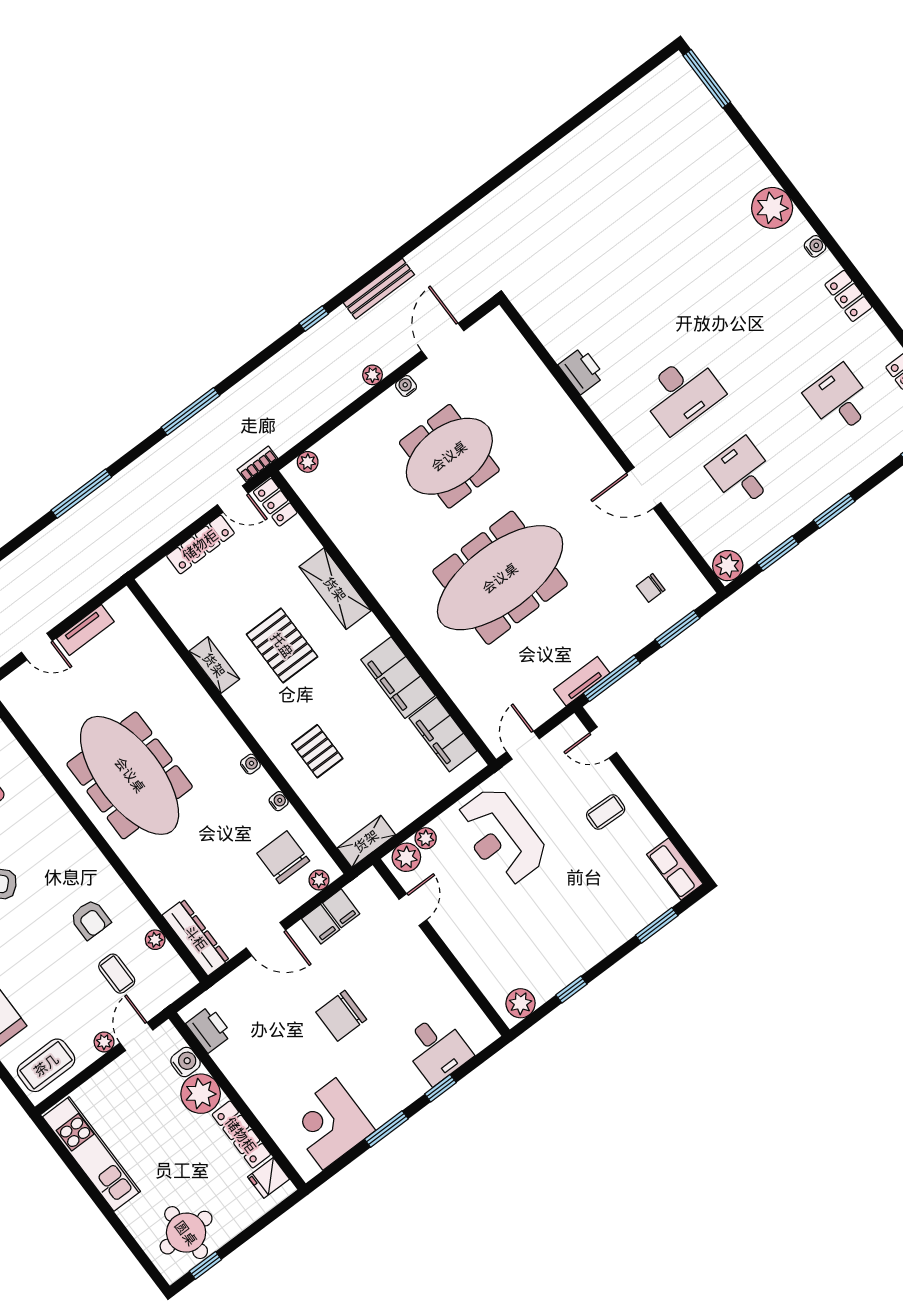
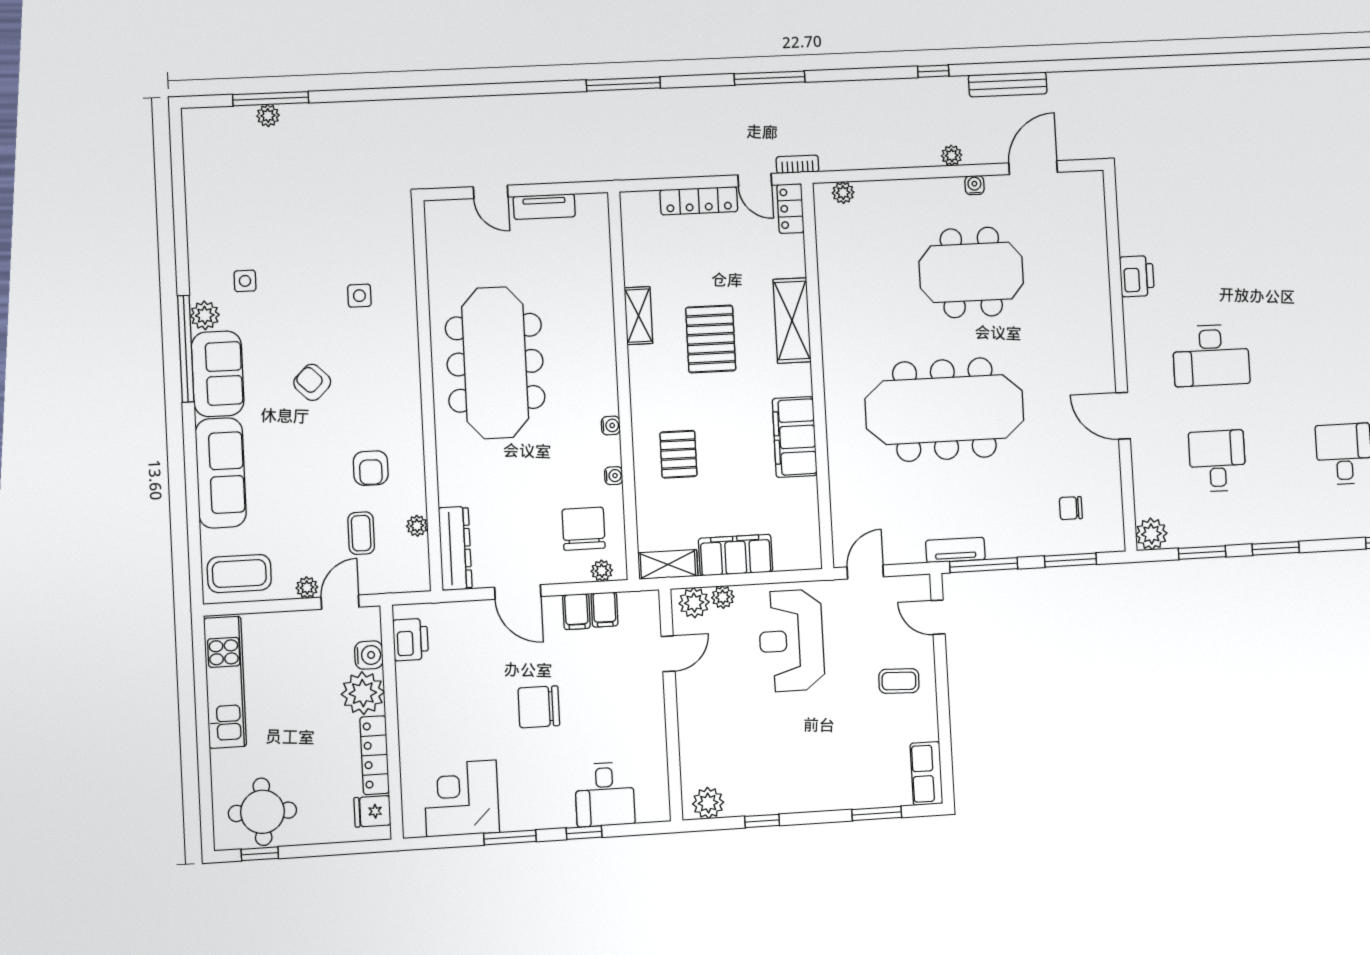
filing cabinet: (443, 735) -> (736, 555), moved, turned 90

